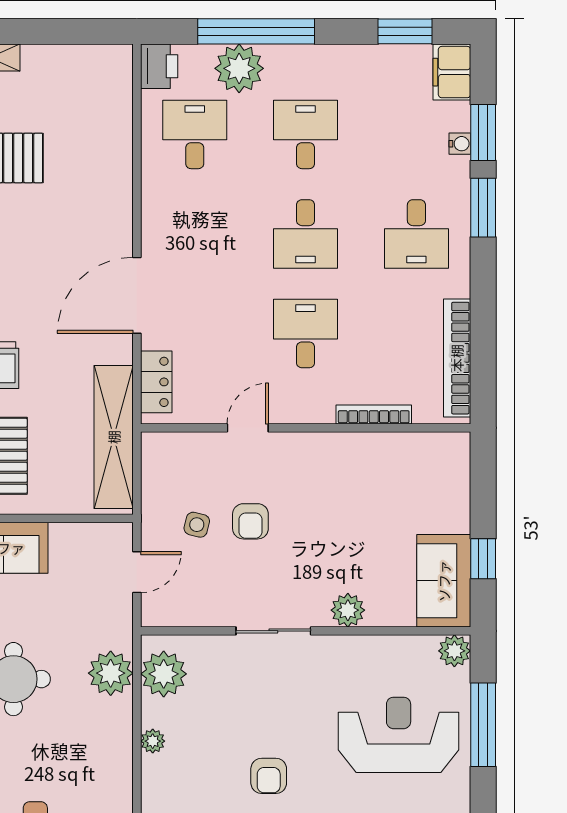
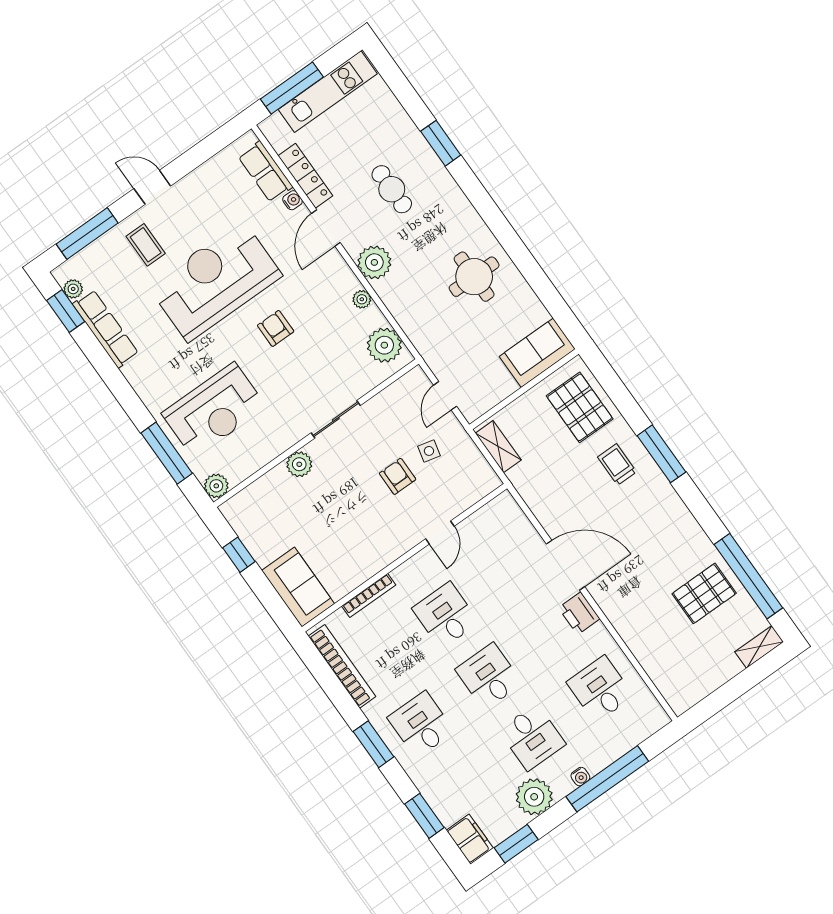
printer: (159, 66) -> (579, 613), moved
plant: (239, 68) -> (534, 797), moved
desk: (195, 134) -> (600, 689), turned 180
water cooler: (460, 144) -> (580, 777), moved, turned -90
window: (483, 208) -> (373, 744), moved
door: (137, 295) -> (566, 565), hinge flipped
desk: (306, 334) -> (446, 615), turned 180
locker: (156, 382) -> (516, 521), removed
shelving: (114, 437) -> (498, 447), width x0.45, depth x0.75
sofa: (444, 581) -> (298, 587), moved
plant: (111, 673) -> (374, 262), moved

